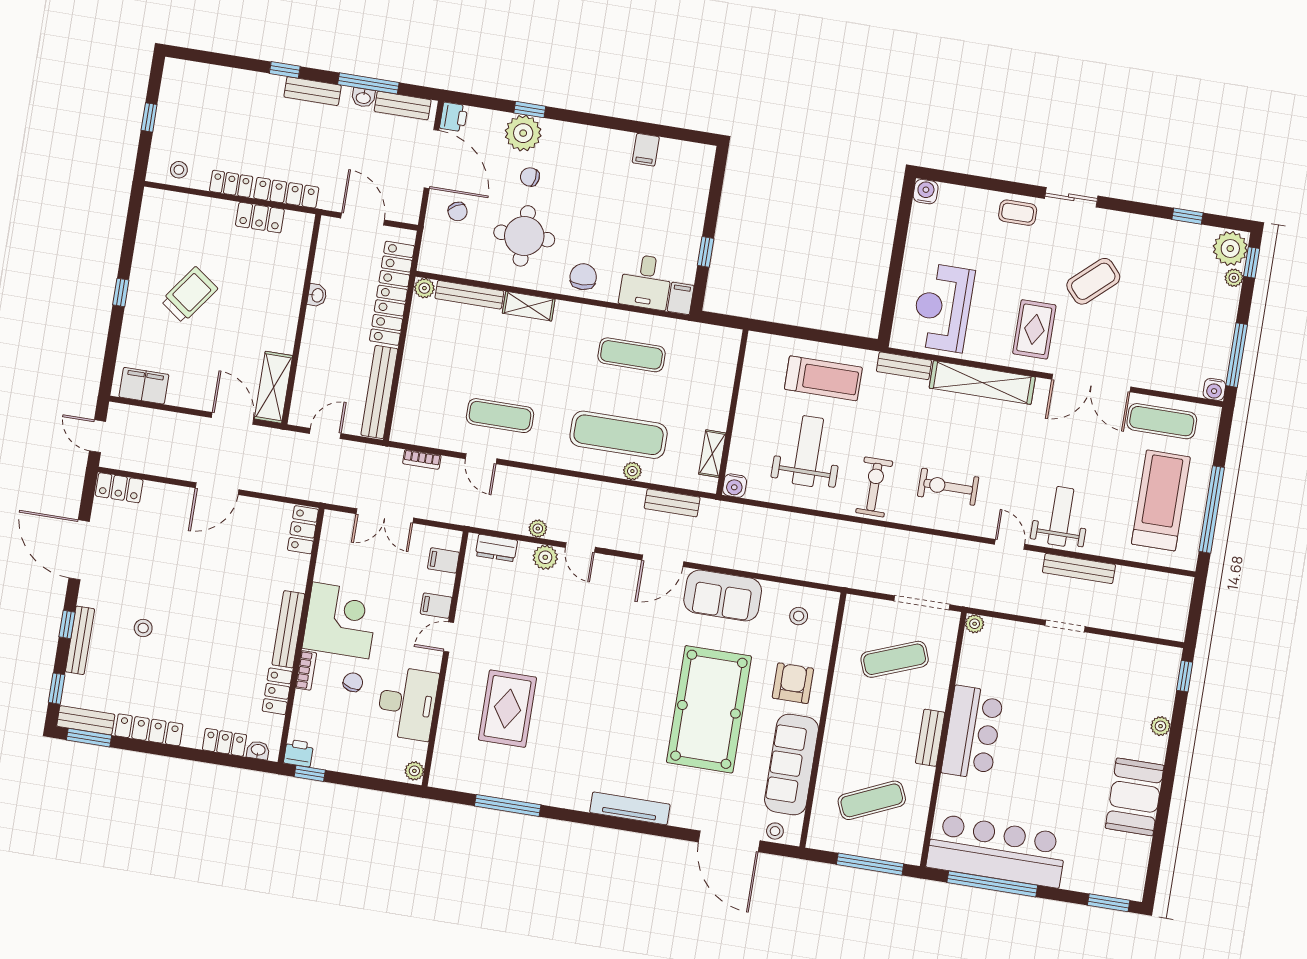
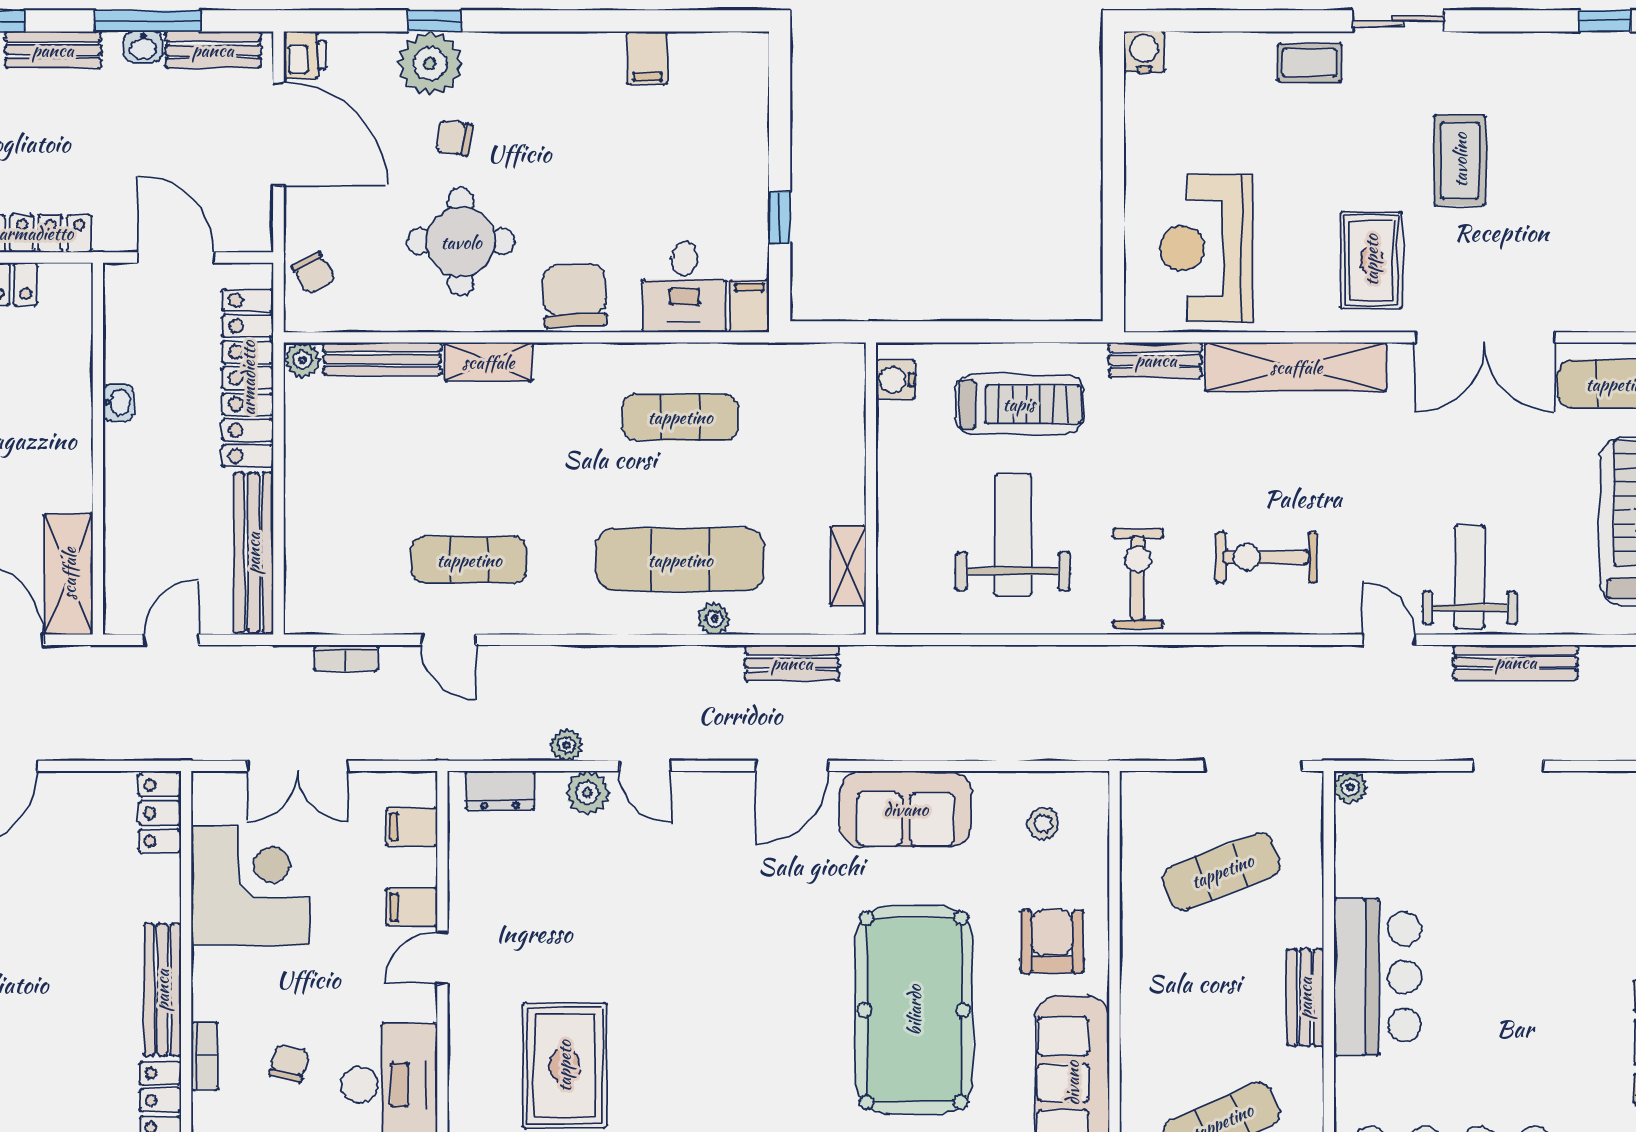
chair: (458, 211) -> (313, 273), moved
chair: (583, 277) -> (574, 296), width x1.37, depth x1.37
coffee table: (1093, 281) -> (1460, 160), turned -48
water cooler: (735, 486) -> (895, 380), moved, turned 90
corner desk: (341, 620) -> (250, 886), moved

